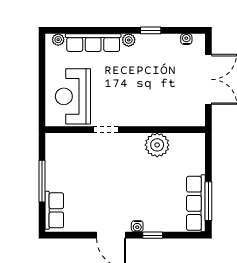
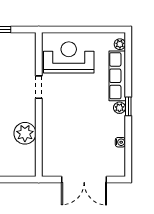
window: (151, 30) -> (128, 106), moved
water cooler: (186, 39) -> (120, 142), moved

